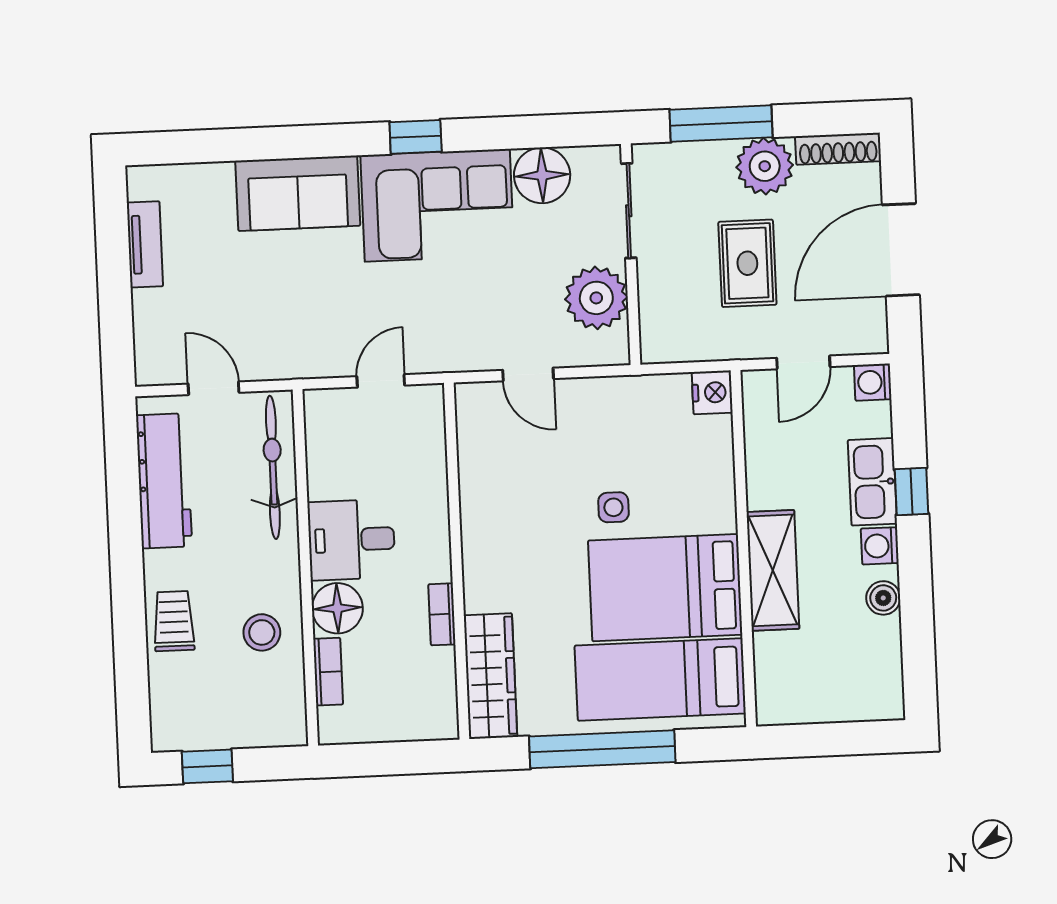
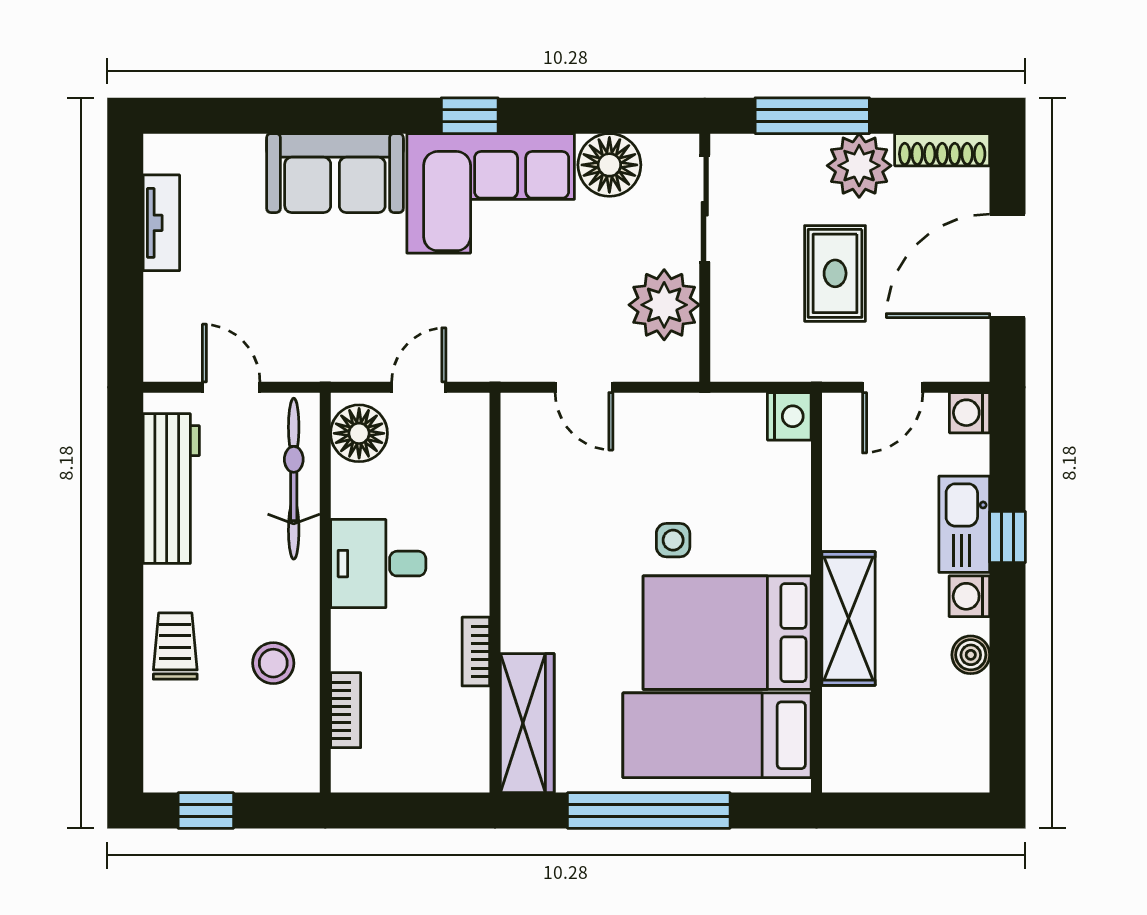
floor lamp: (337, 608) -> (359, 433), moved

